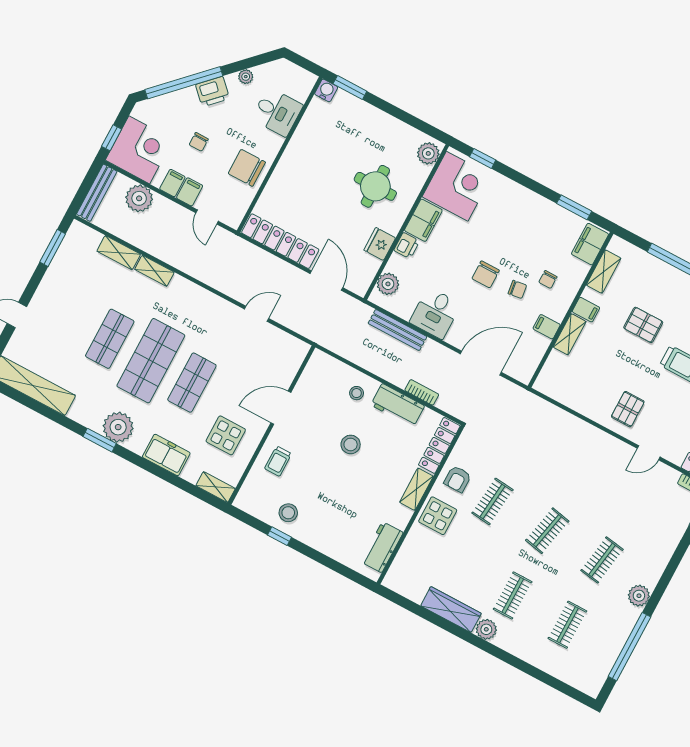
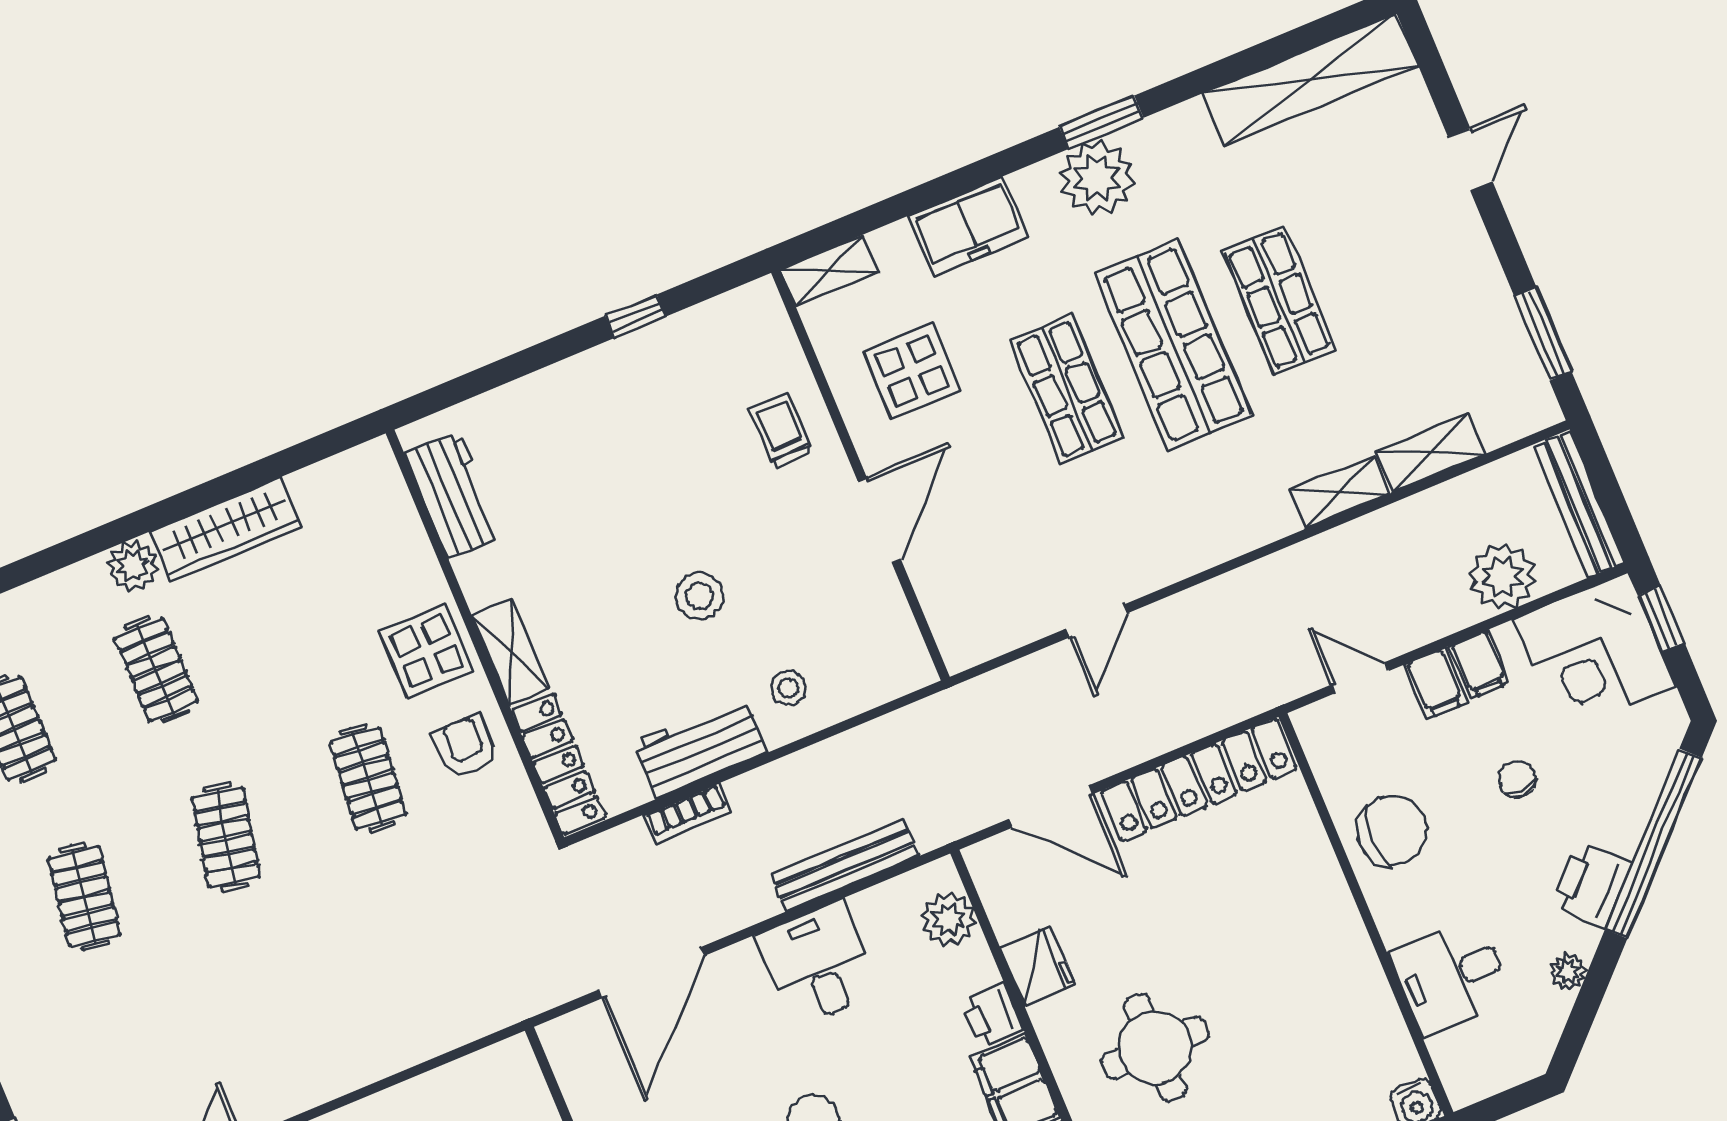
stool: (288, 513) -> (666, 369), removed

